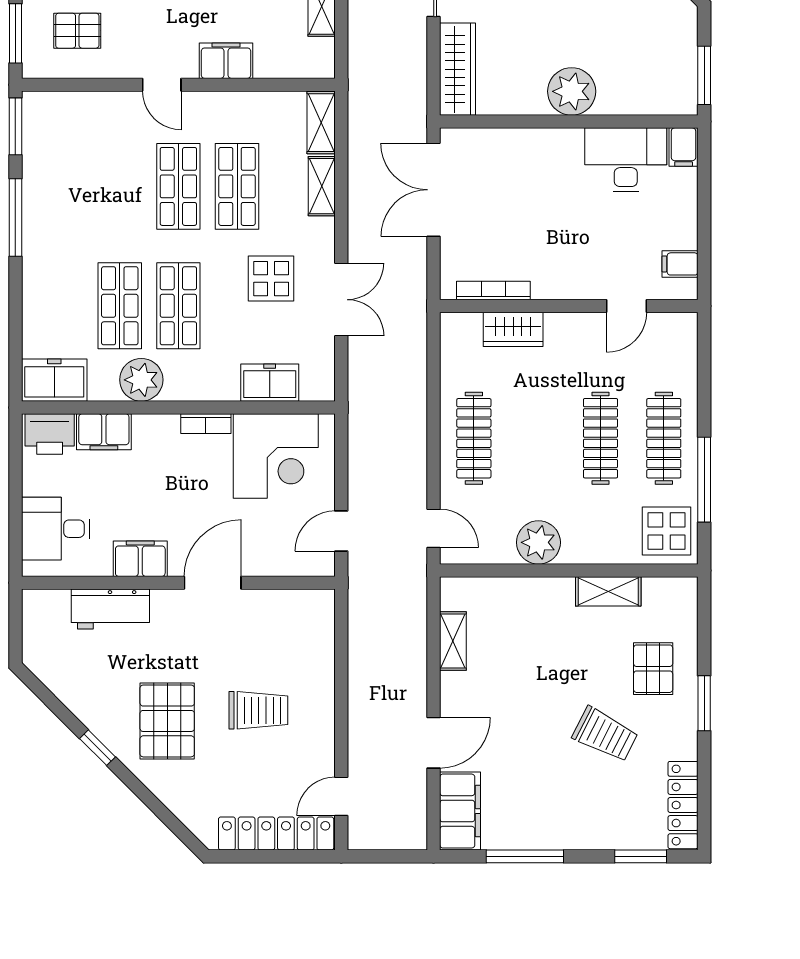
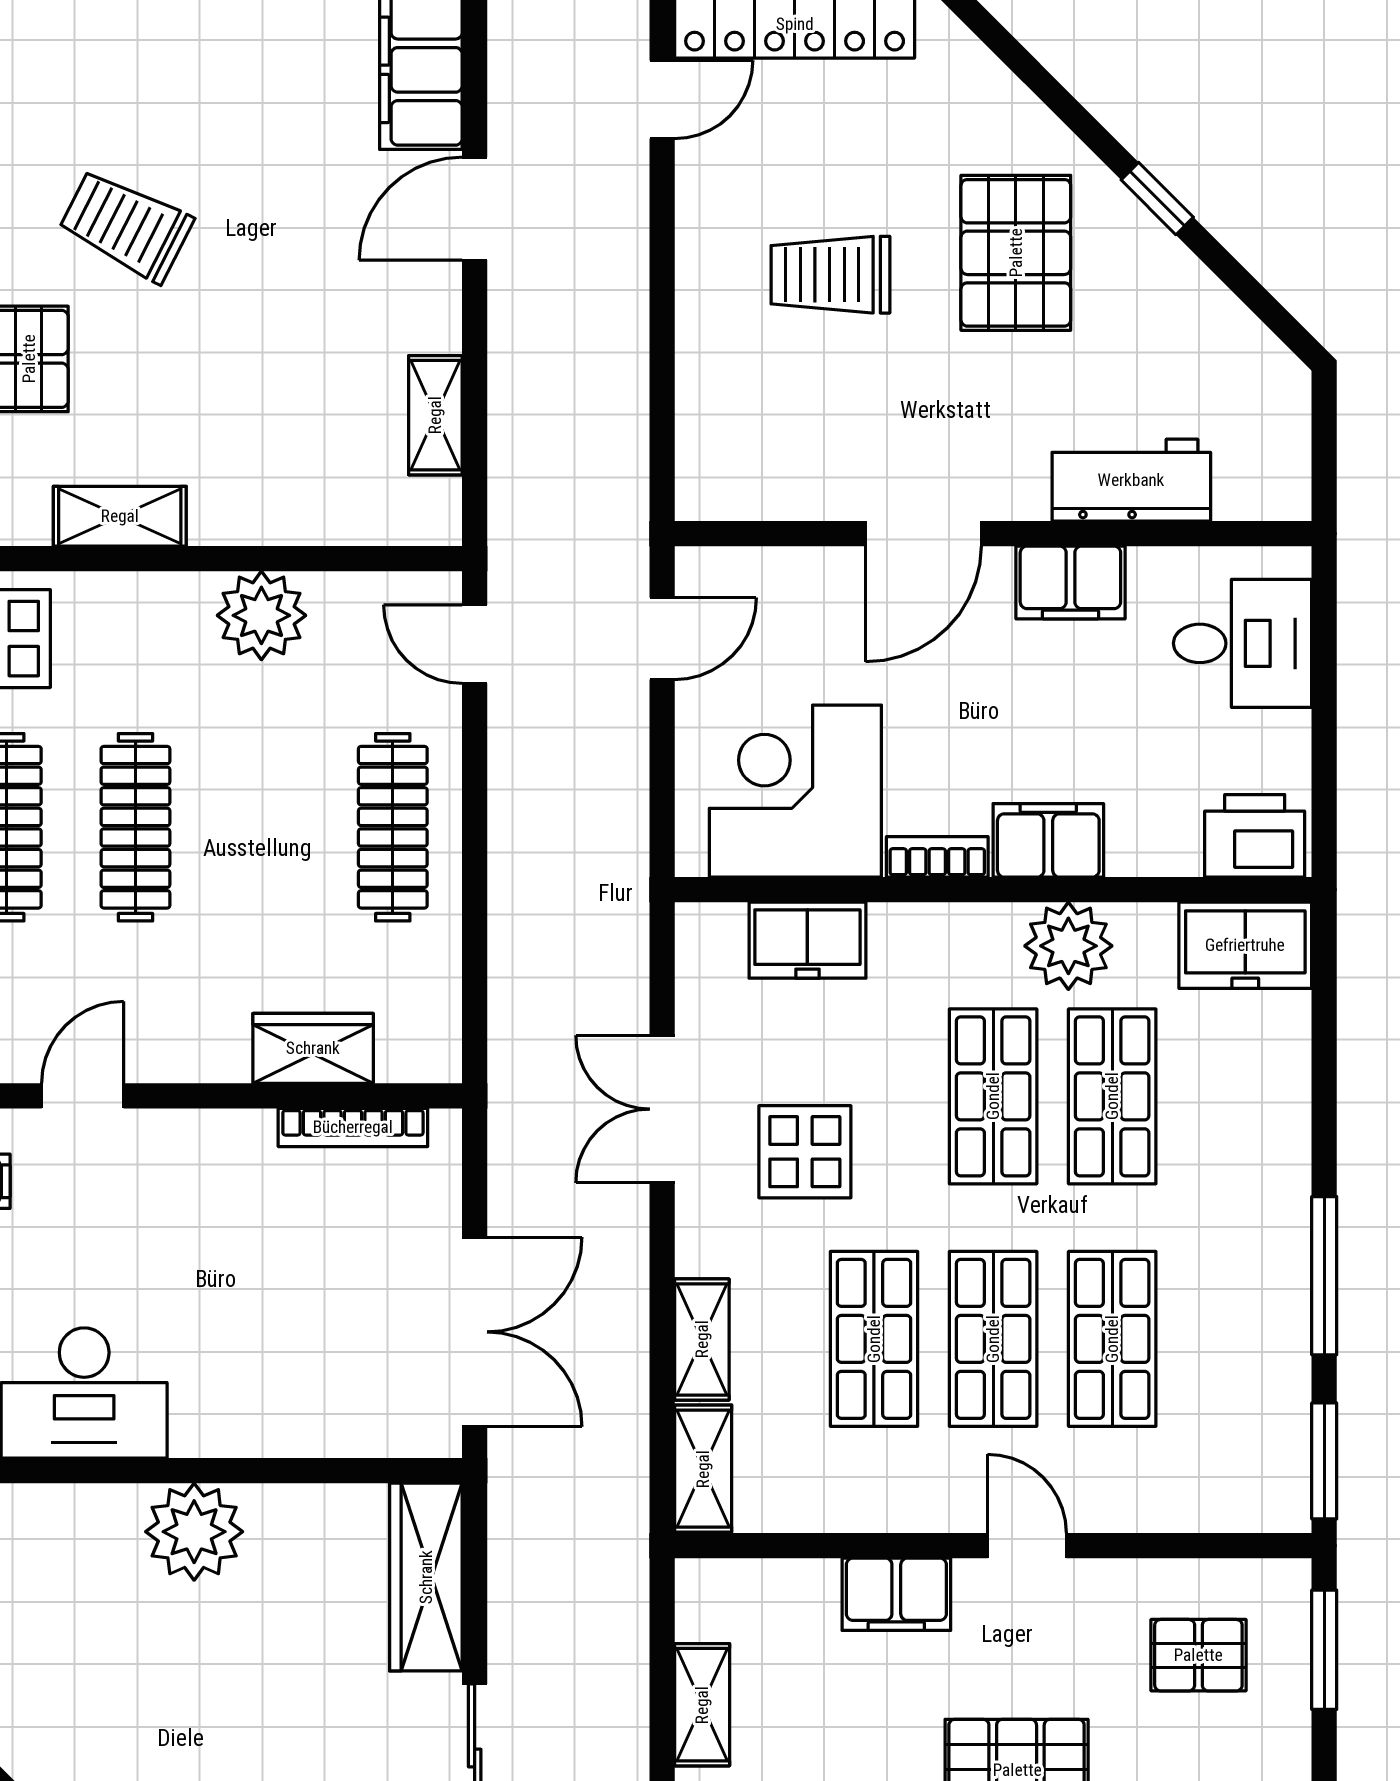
shop shelf: (120, 186) -> (1112, 1339), added
filing cabinet: (104, 432) -> (1048, 840), moved

